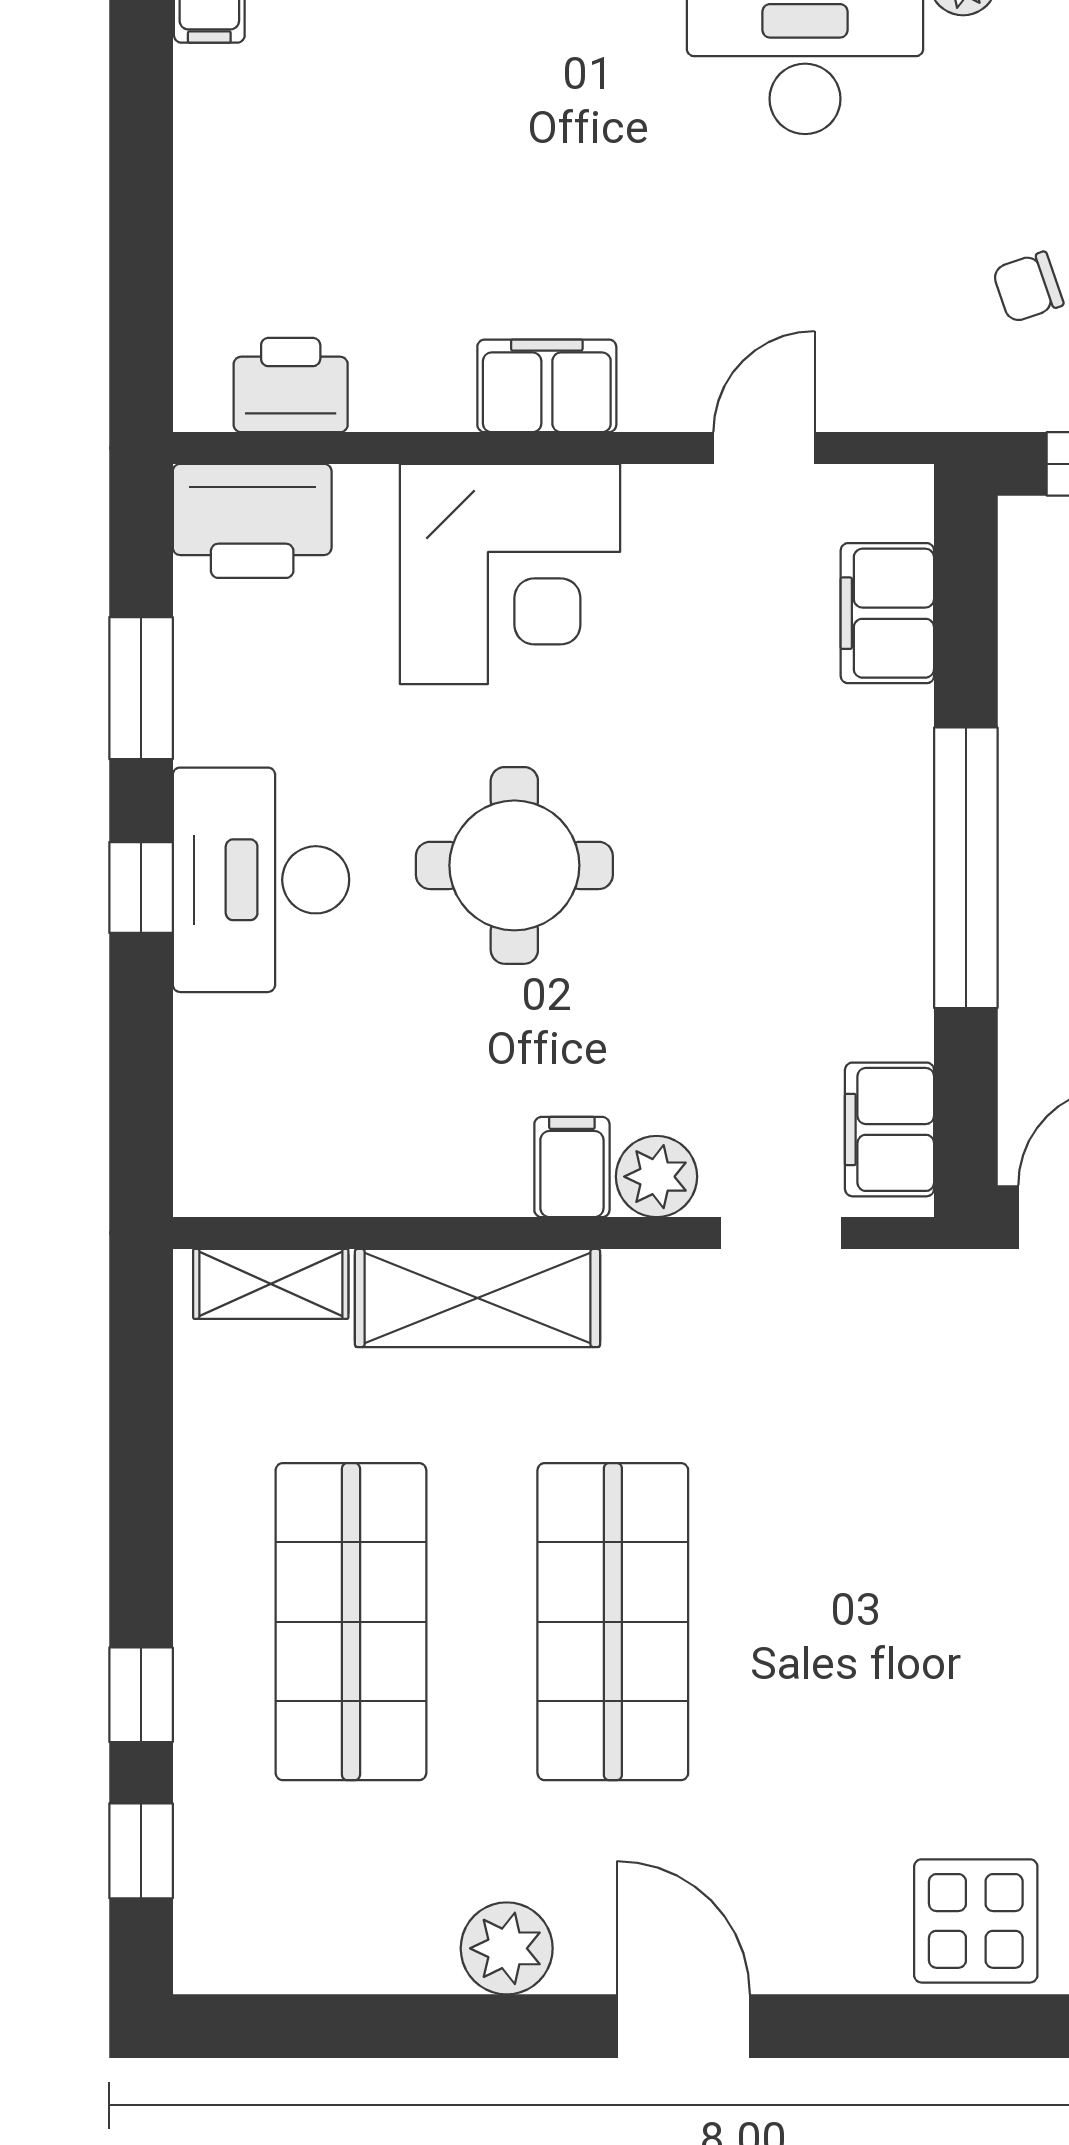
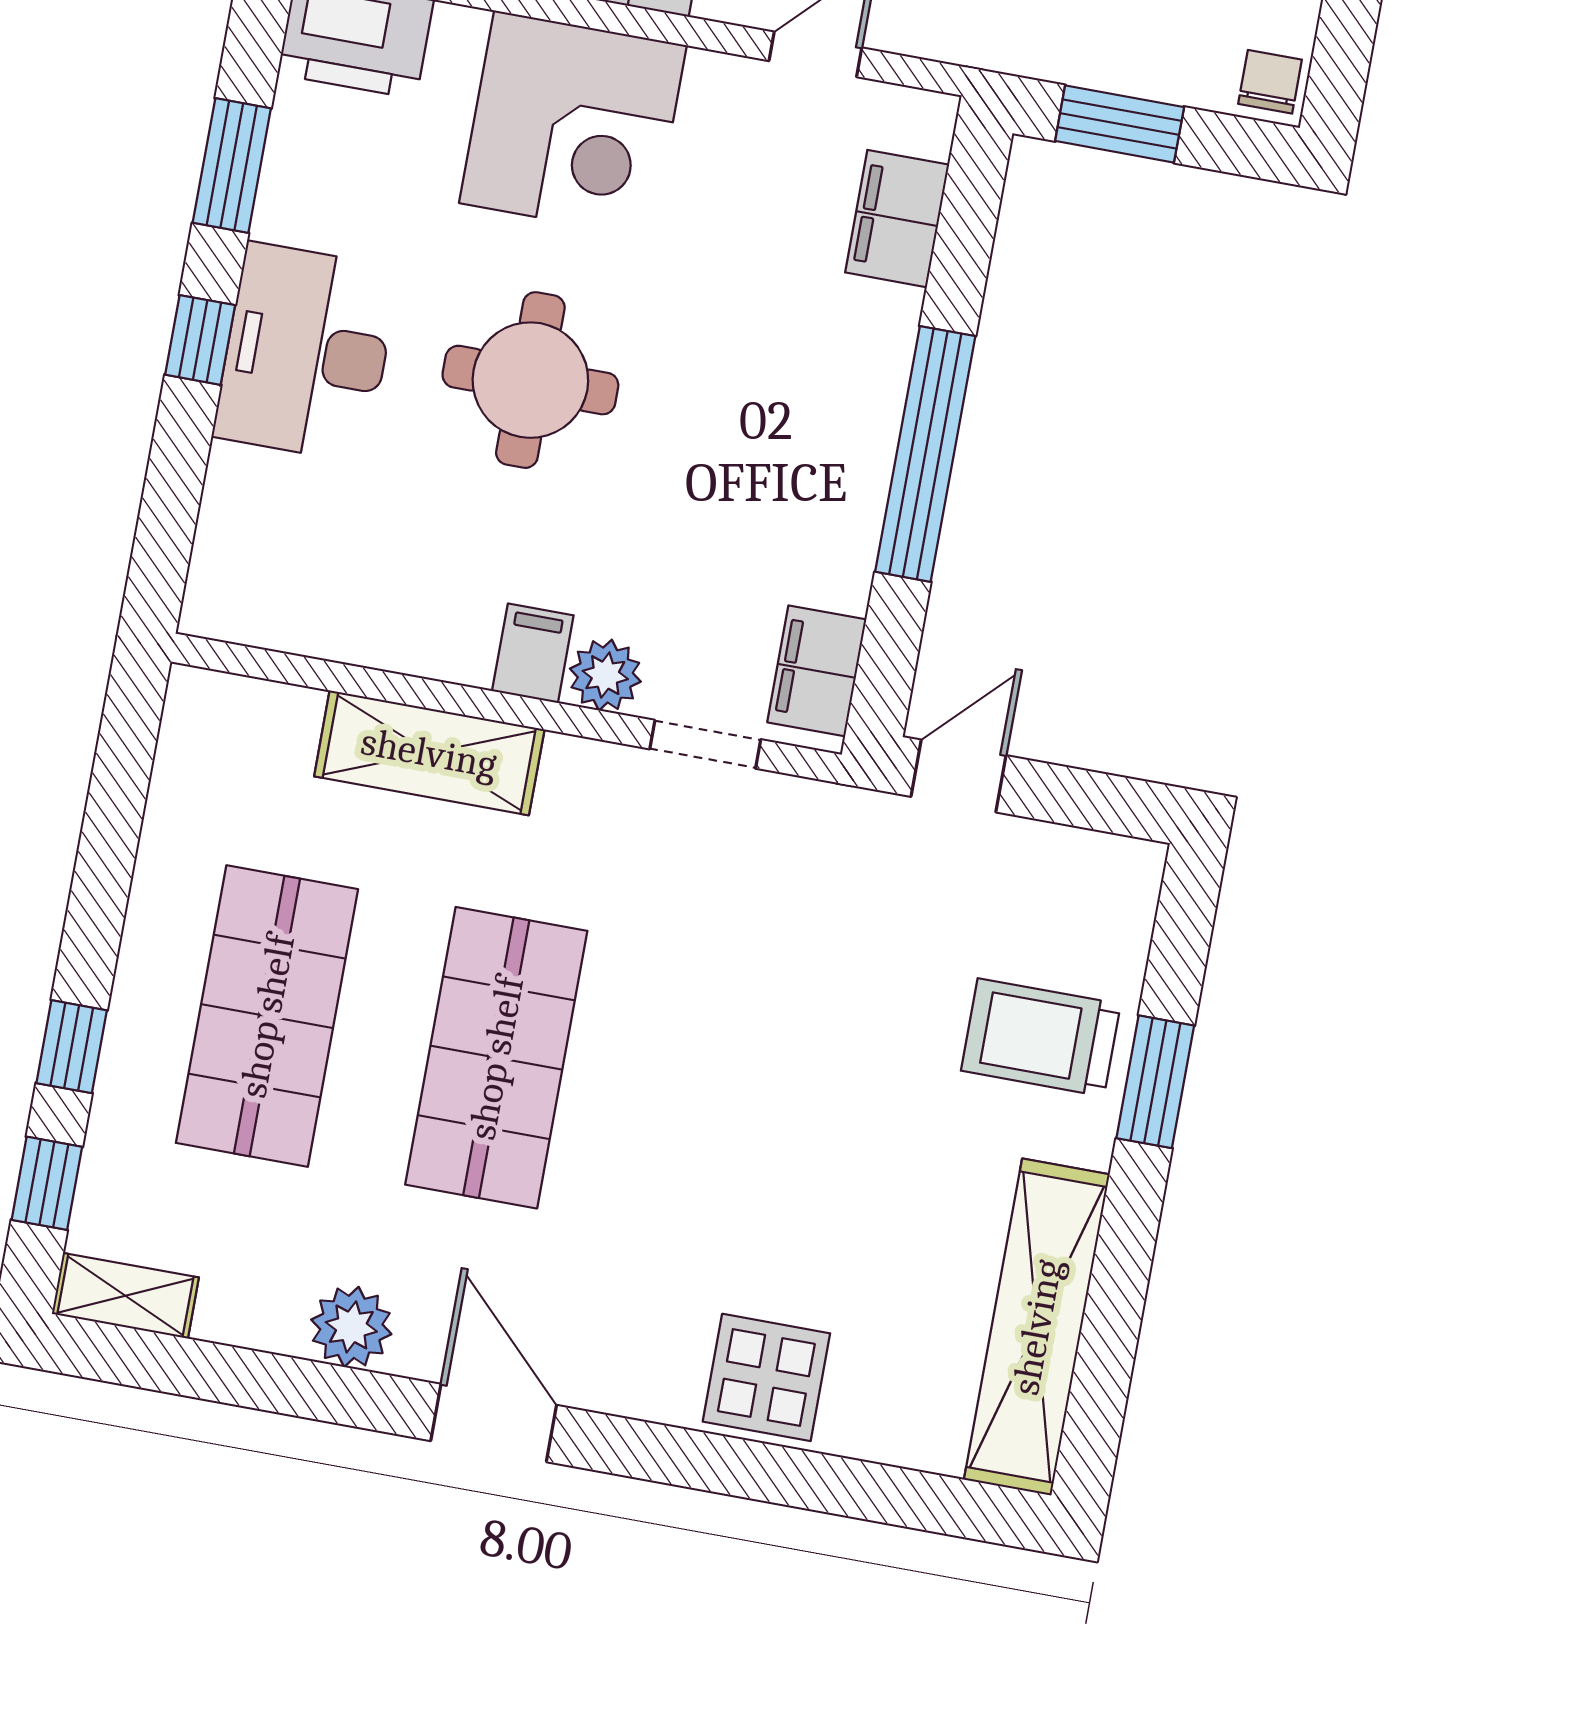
shelving: (271, 1284) -> (125, 1296), moved

